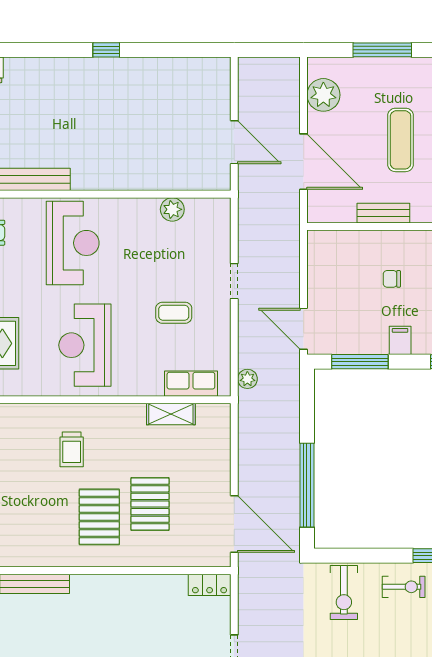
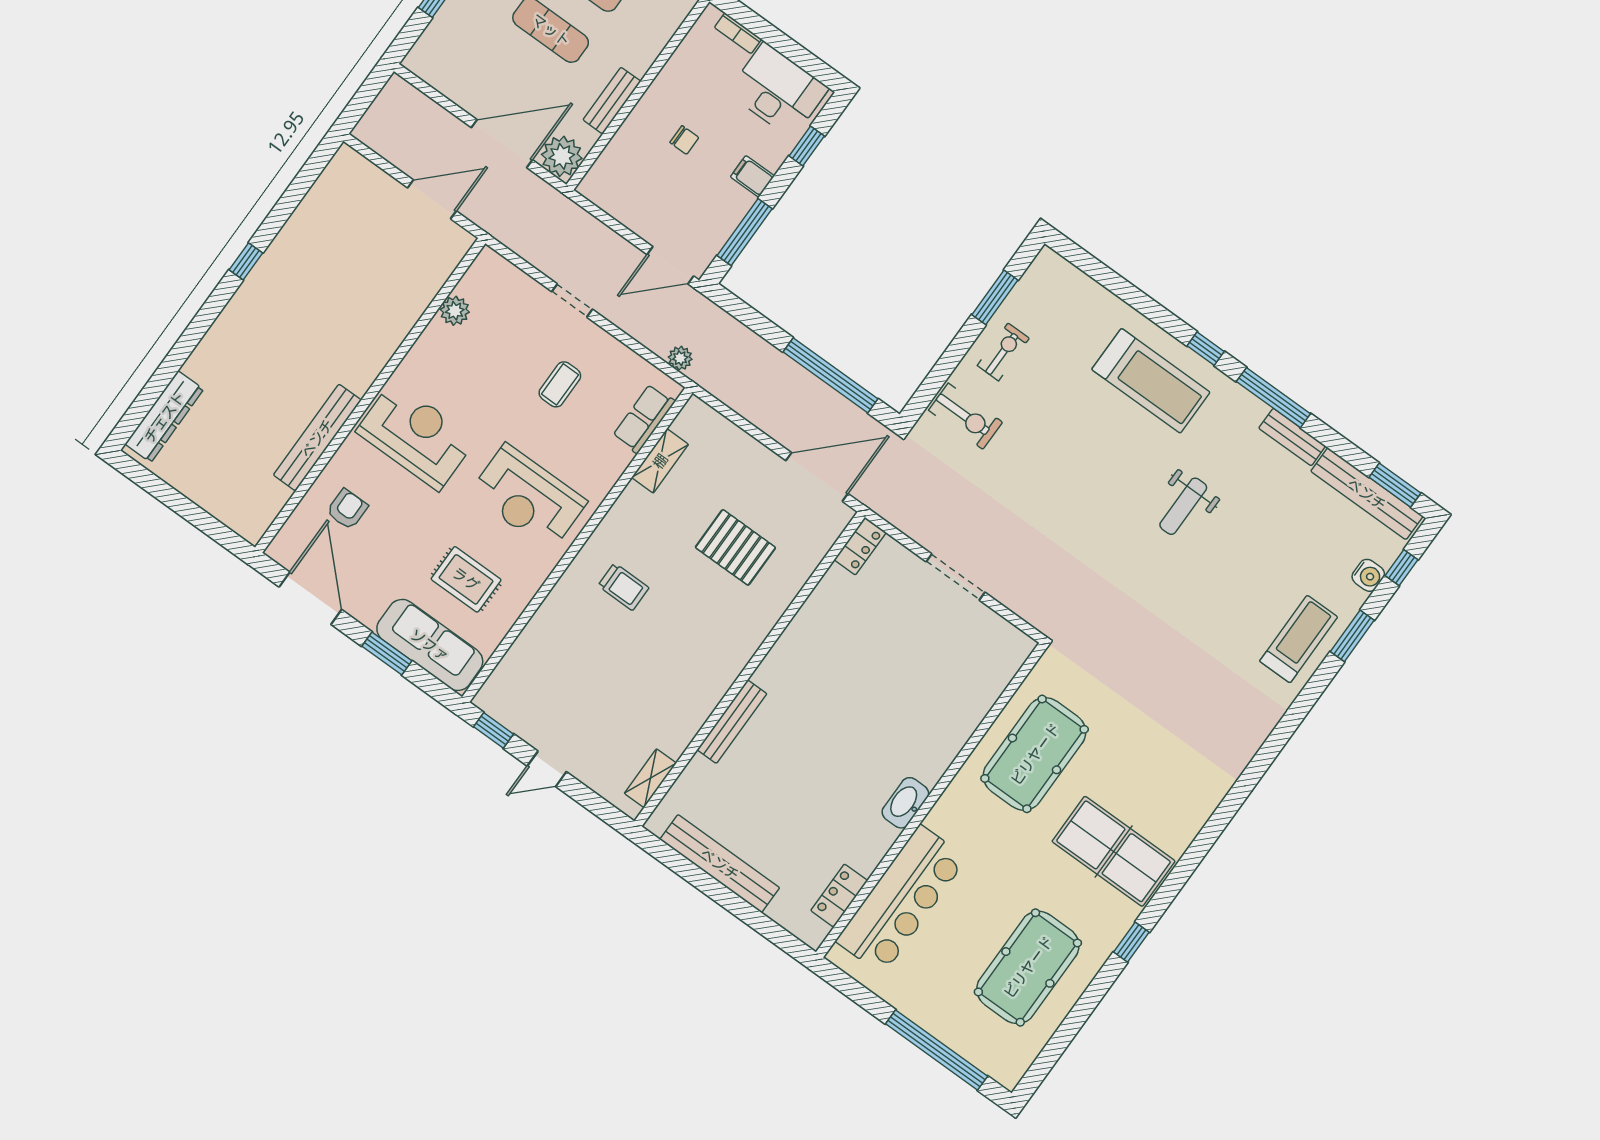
plant: (323, 95) -> (562, 156), moved
chair: (392, 279) -> (684, 140), turned -90
pallet: (99, 517) -> (712, 608), removed

